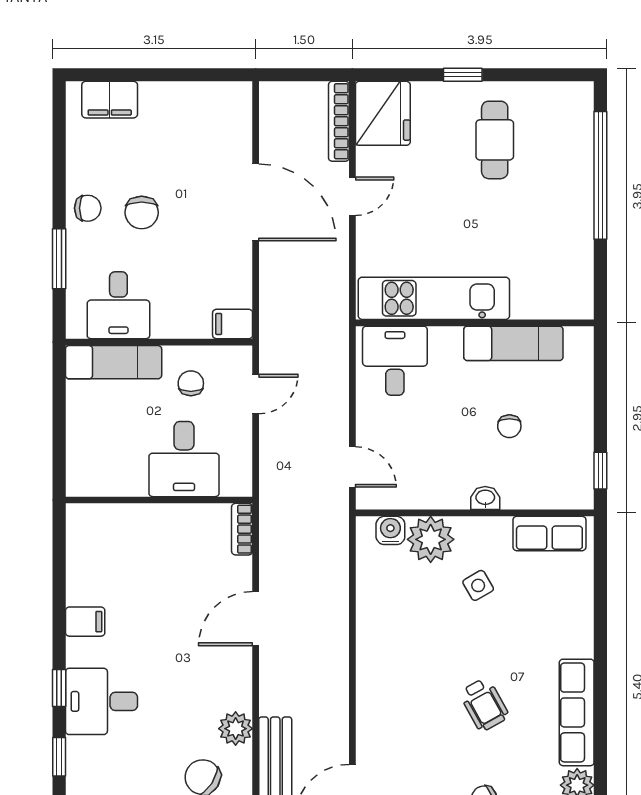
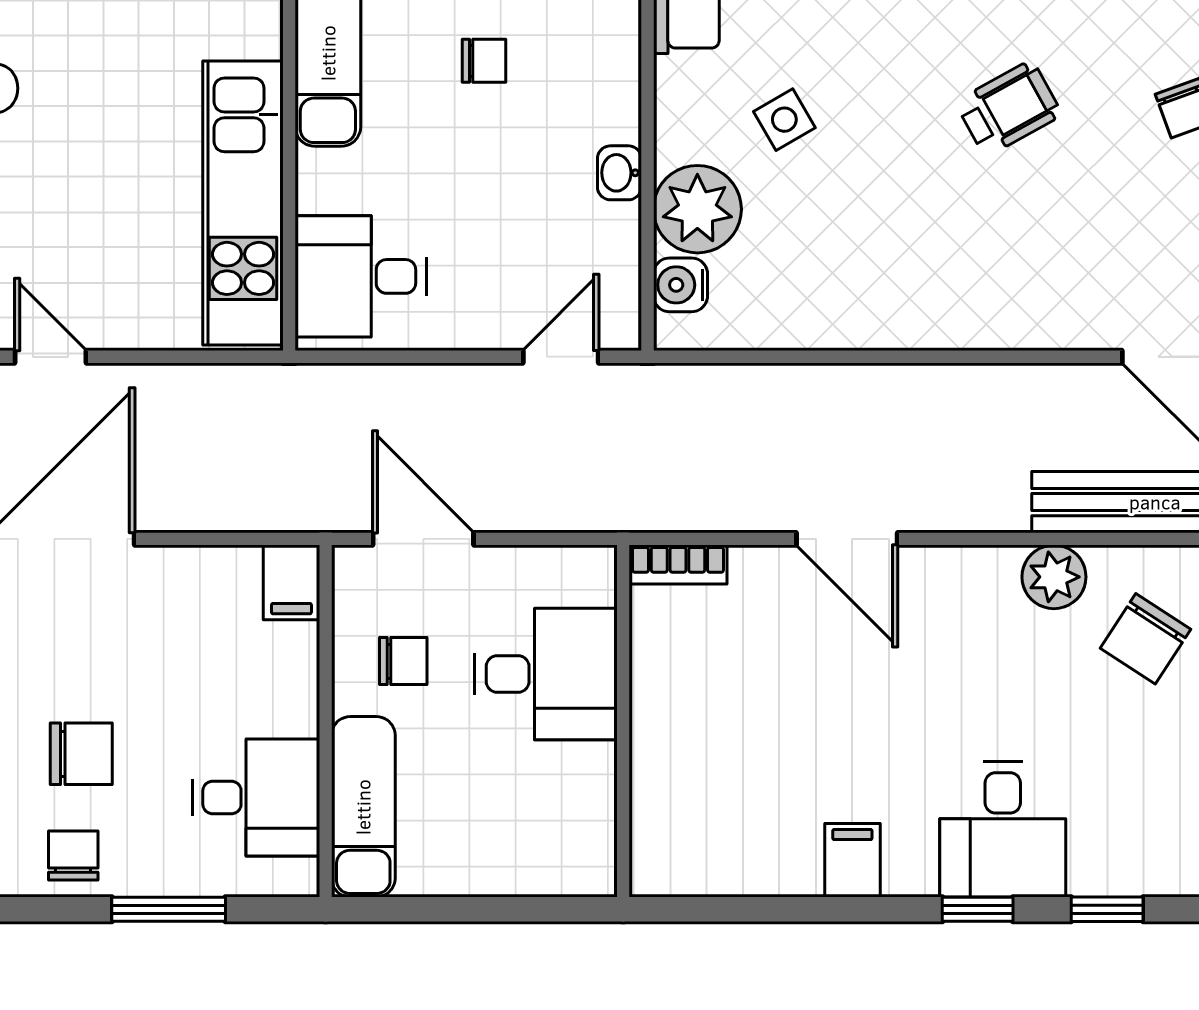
chair: (191, 383) -> (403, 661), turned 180
door: (256, 394) -> (423, 539), width x1.38
washbasin: (485, 498) -> (619, 173), moved

